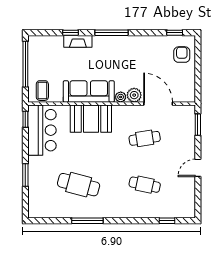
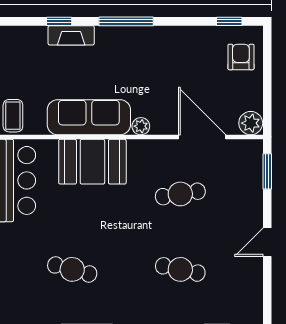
plant: (134, 95) -> (251, 123), moved
cafe table: (79, 185) -> (72, 269), width x0.73, depth x0.74

